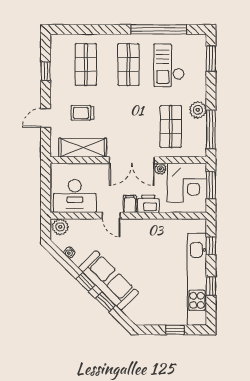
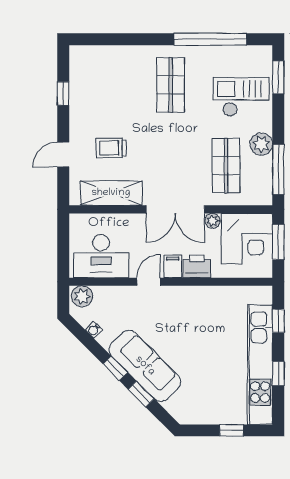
shop shelf: (86, 65) -> (115, 85), removed
checkout: (169, 65) -> (241, 97), moved, turned 90
door: (111, 216) -> (149, 282), swing flipped

